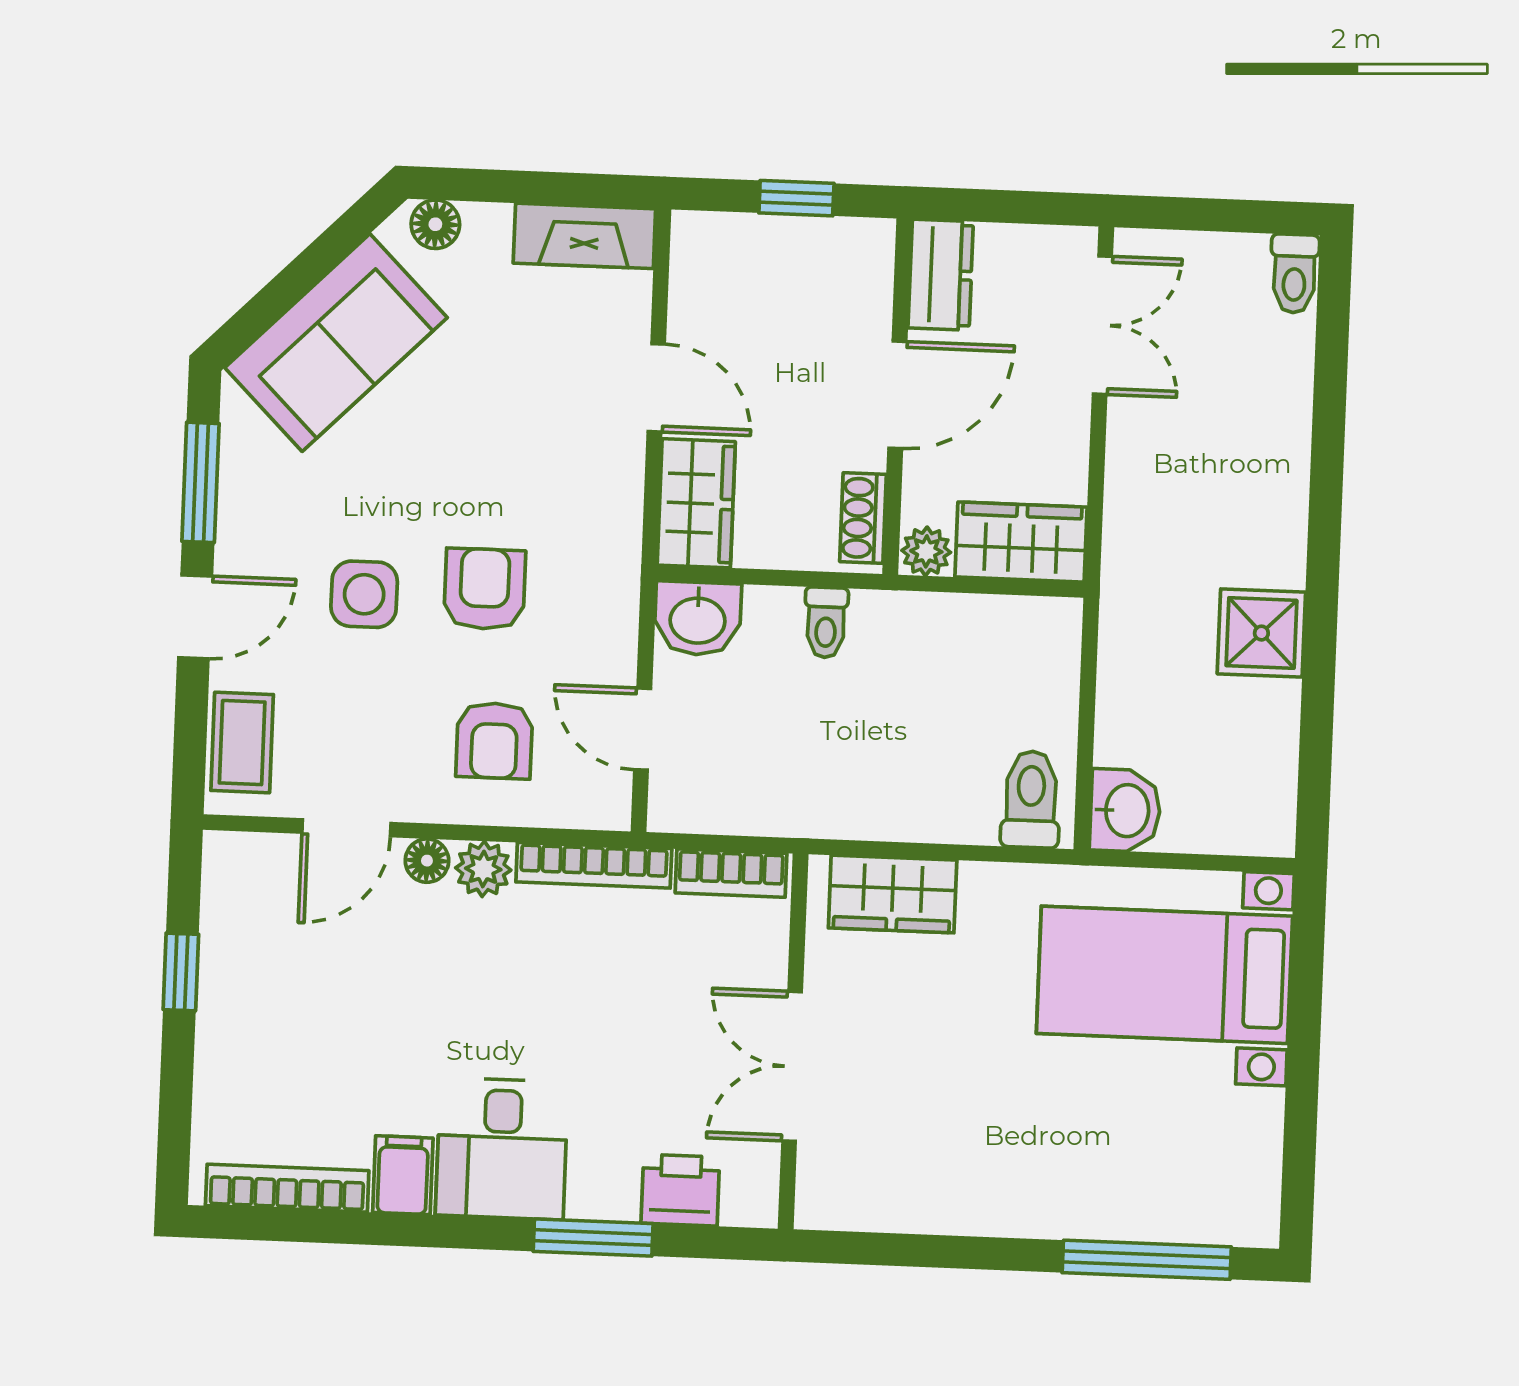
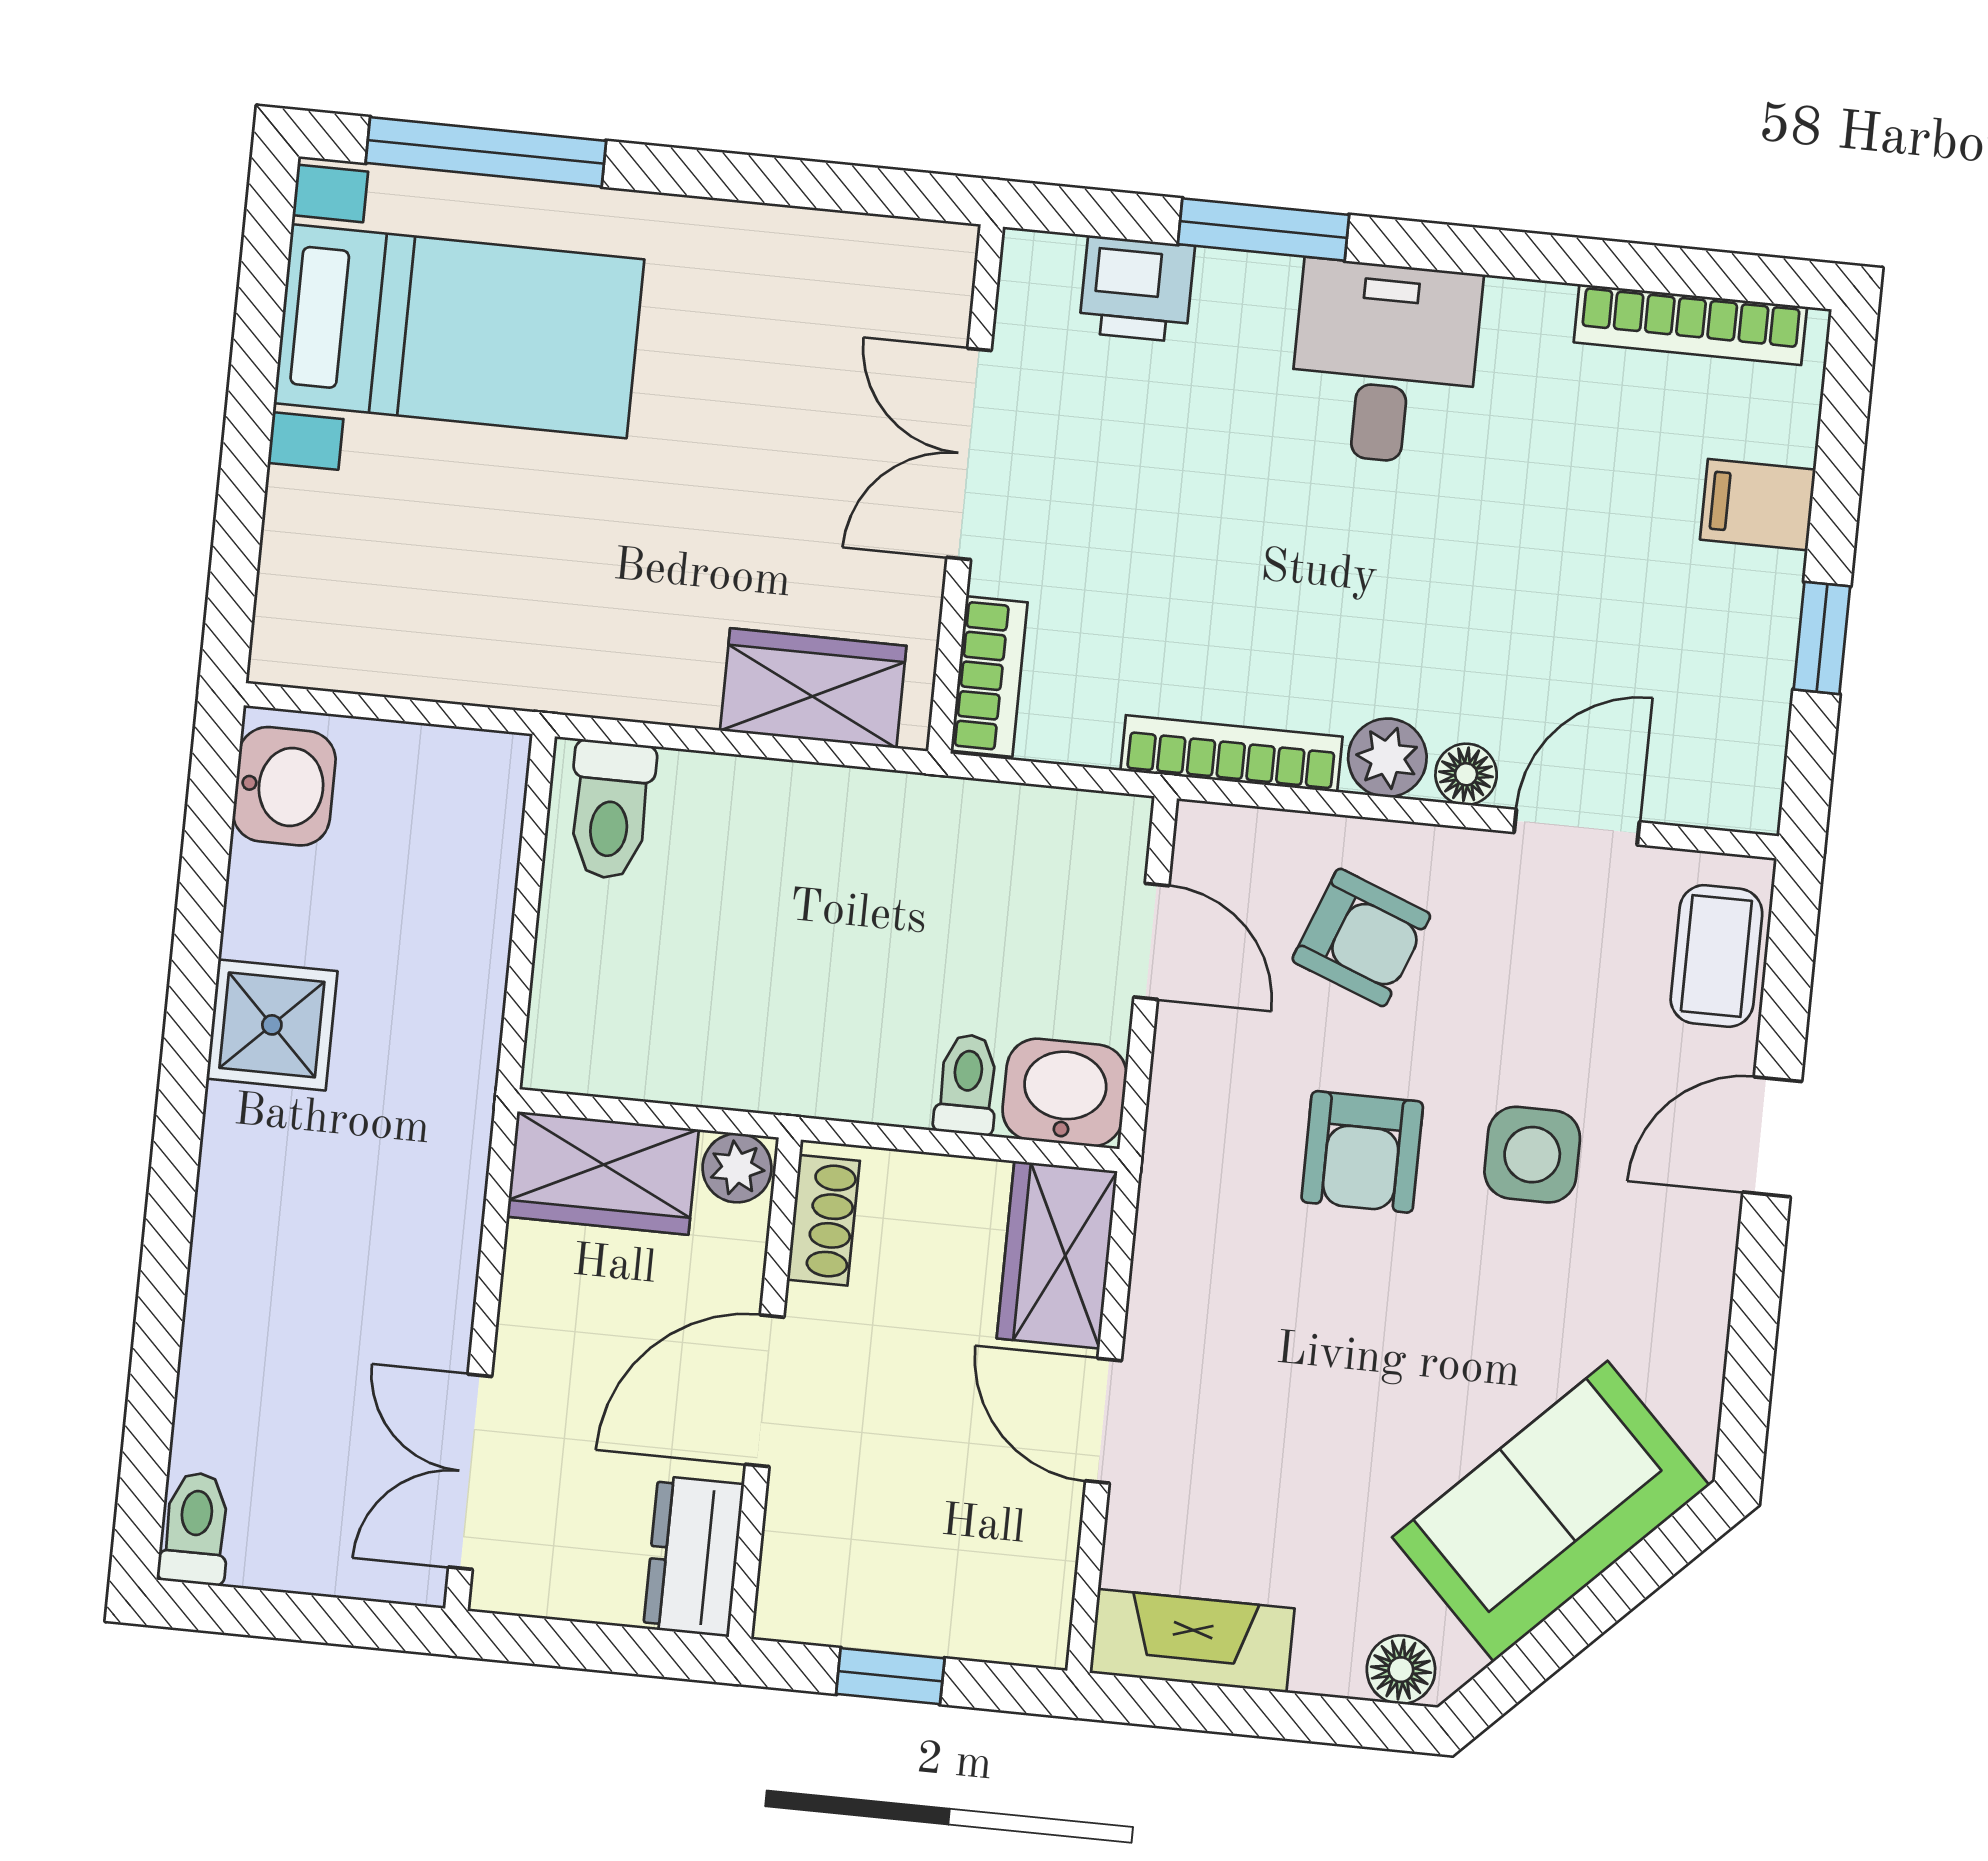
window: (200, 482) -> (1753, 1326), removed
toilet: (826, 622) -> (967, 1084), moved
armchair: (494, 741) -> (1361, 937), turned 111
washbasin: (1125, 811) -> (284, 786), moved, turned 180
bookcase: (731, 873) -> (989, 676), moved, turned 90
bed with nightstands: (1164, 975) -> (459, 331), moved
double door: (792, 1066) -> (969, 454), swing flipped
filing cabinet: (403, 1175) -> (1758, 505), moved, turned 90

